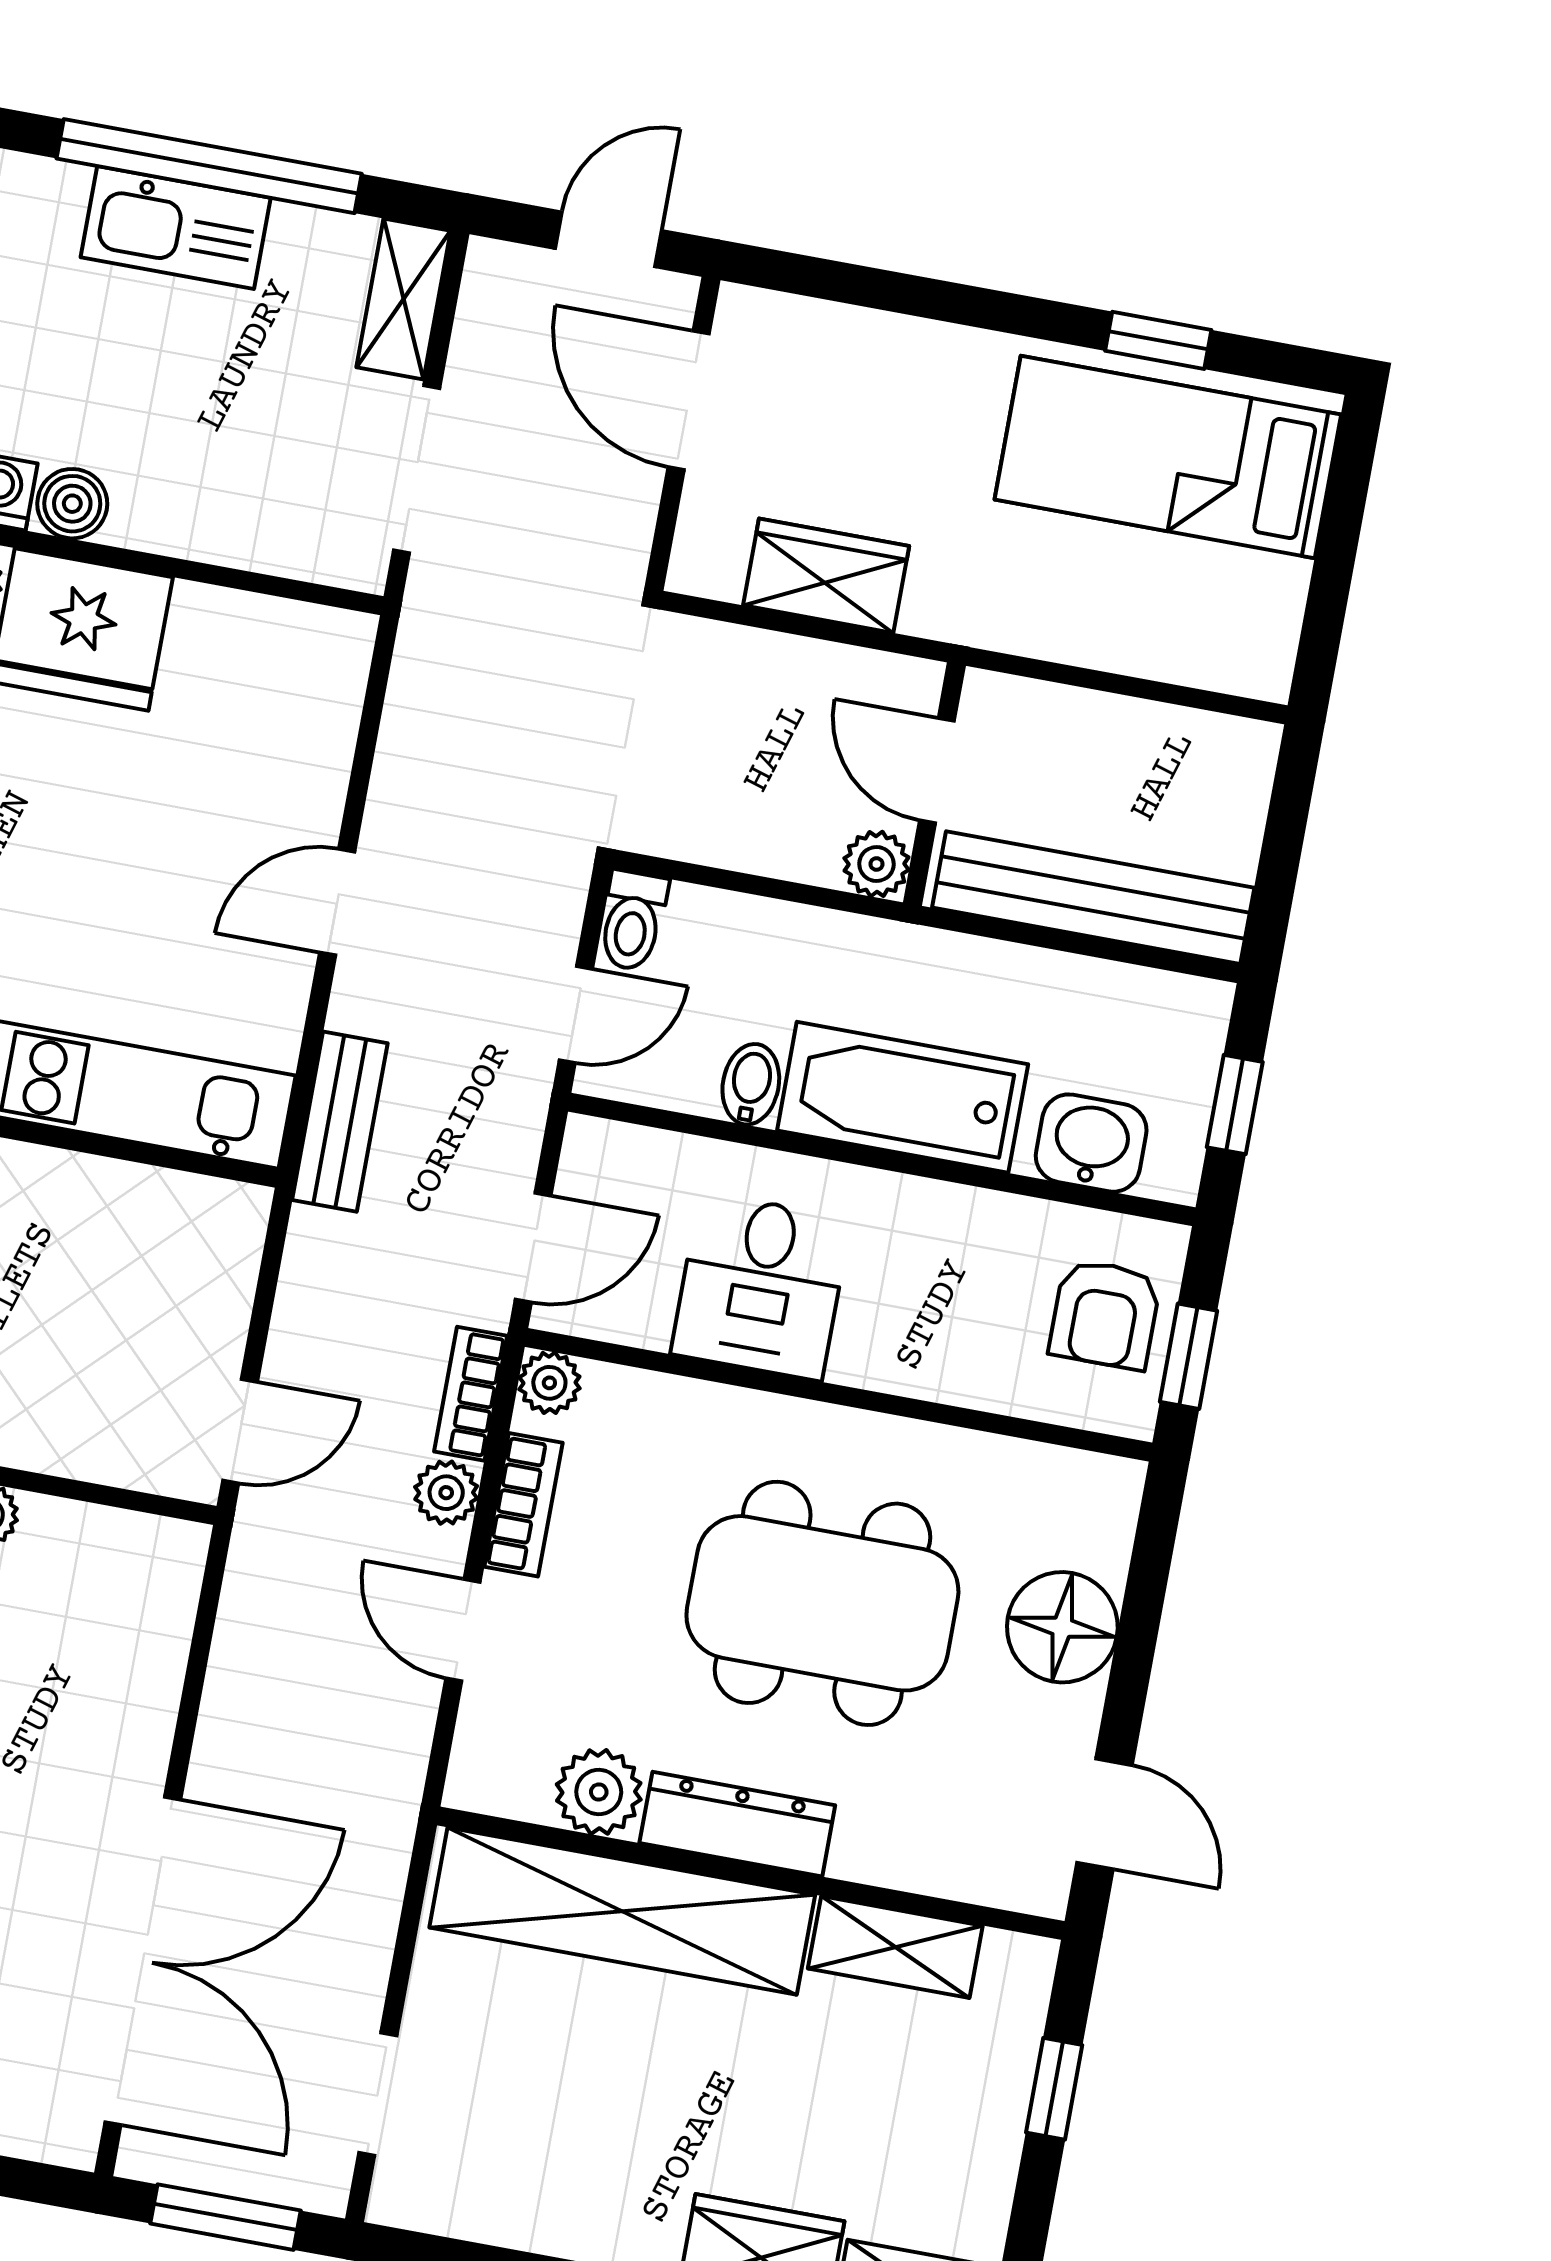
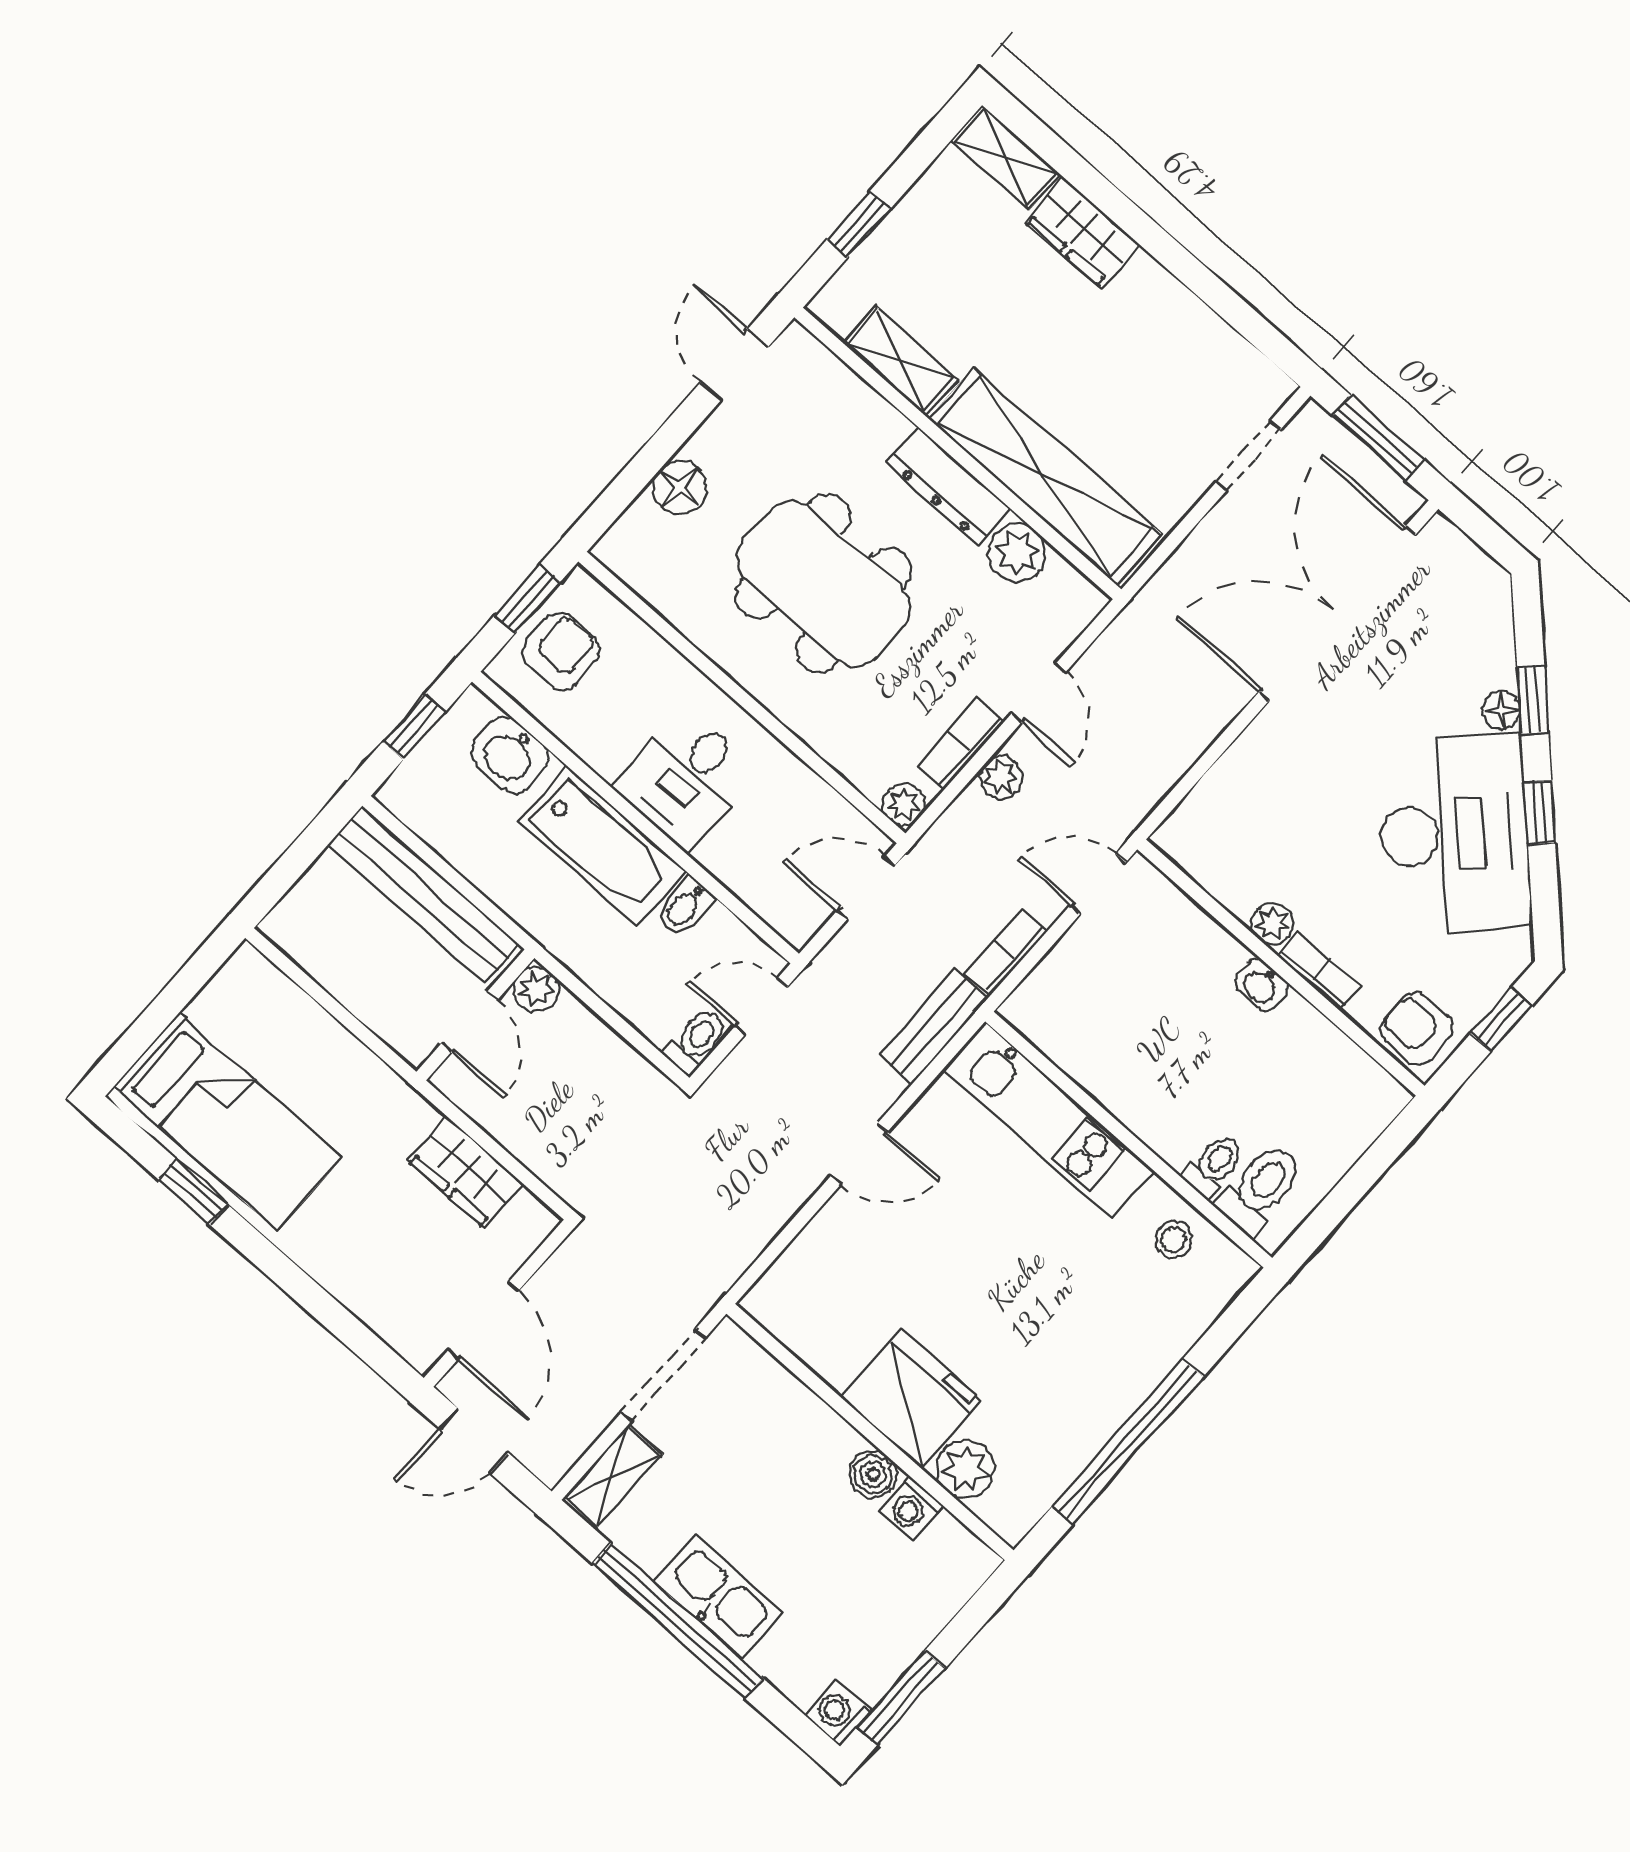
desk: (761, 1286) -> (686, 779), moved, turned 180
bookcase: (471, 1394) -> (1006, 952), moved, turned 180
floor lamp: (1062, 1627) -> (680, 488), width x0.73, depth x0.73

